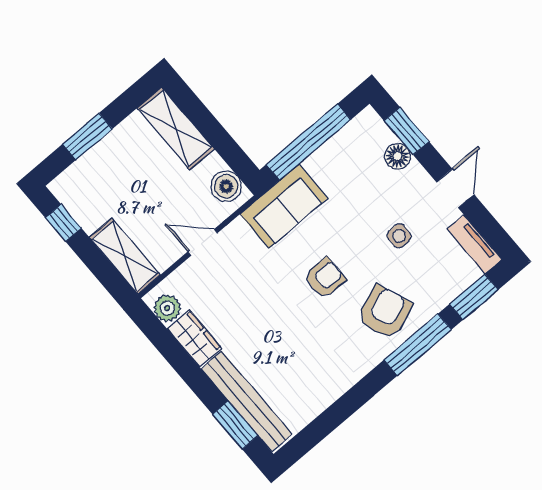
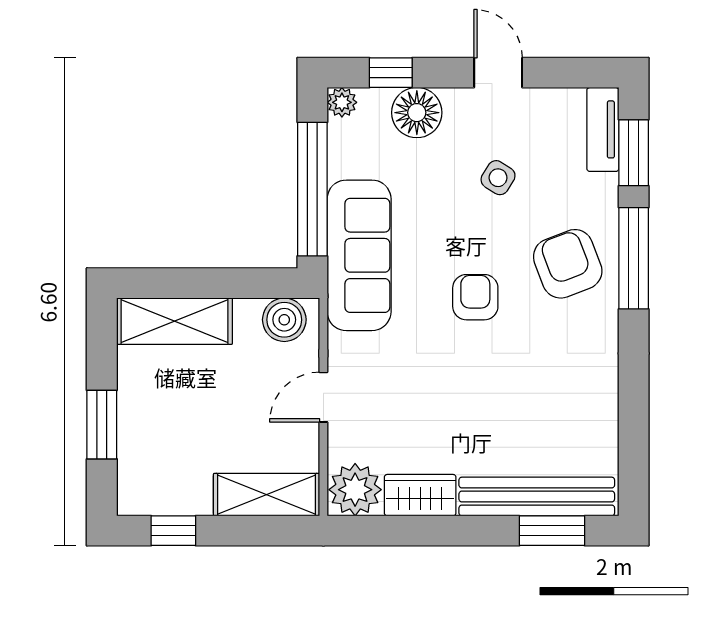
plant: (368, 118) -> (342, 102), added
window: (406, 131) -> (391, 73), width x0.67
floor lamp: (397, 156) -> (417, 113), width x1.38, depth x1.38
sofa: (284, 206) -> (359, 255), width x1.36
side table: (399, 236) -> (498, 178), turned 32
tv unit: (474, 244) -> (603, 129), moved, turned 90
plant: (167, 308) -> (355, 490), width x1.36, depth x1.36

